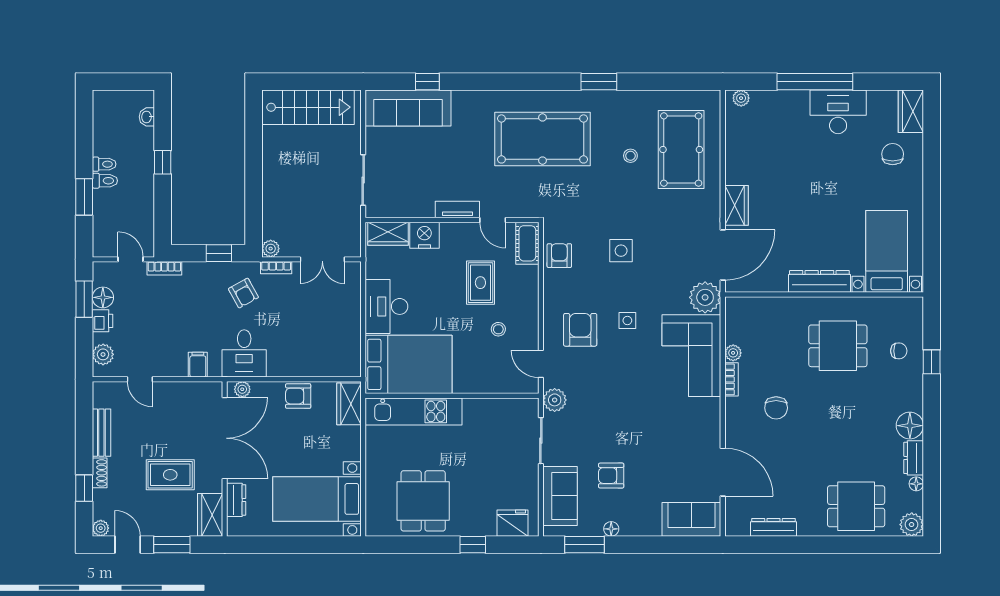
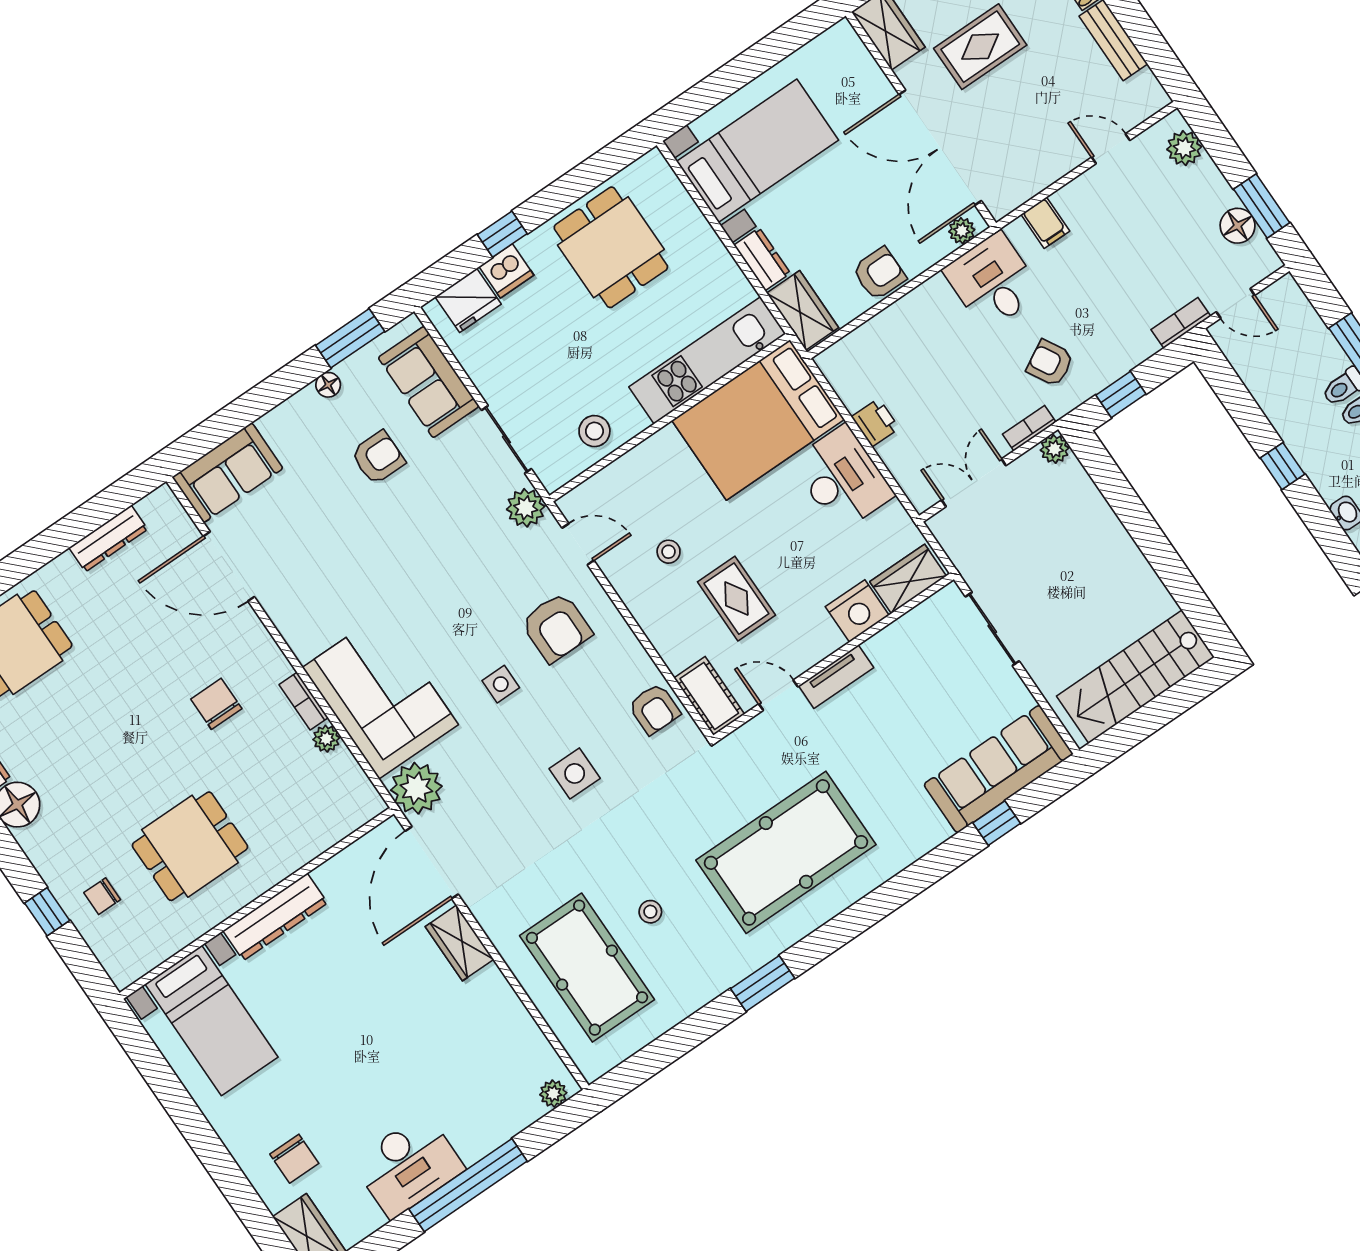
printer: (103, 321) -> (875, 422), moved, turned 180
stool: (494, 415) -> (594, 431), added
dresser: (236, 500) -> (762, 259), moved, turned 180
dishwasher: (483, 525) -> (506, 271), added

